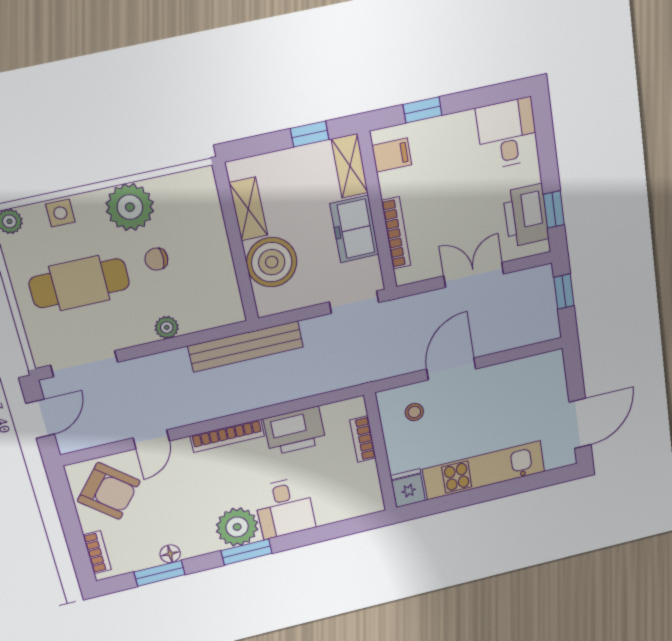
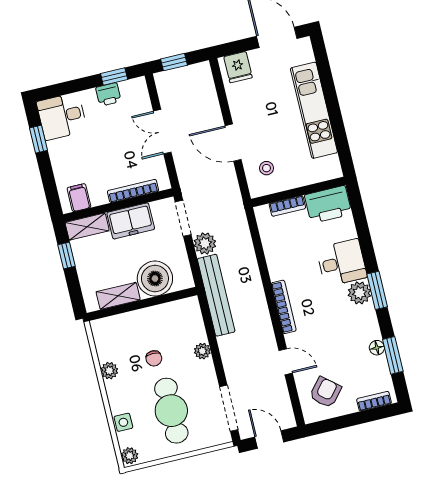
window: (422, 110) -> (39, 139), moved
plant: (130, 207) -> (109, 371), width x0.53, depth x0.53
printer: (526, 215) -> (108, 94), width x0.53, depth x0.68
plant: (318, 331) -> (205, 243), added
printer: (295, 431) -> (328, 204), moved, turned 90
fridge: (408, 488) -> (238, 67), moved, turned -90
armchair: (109, 491) -> (325, 392), width x0.72, depth x0.72
plant: (237, 527) -> (359, 293), width x0.73, depth x0.73

